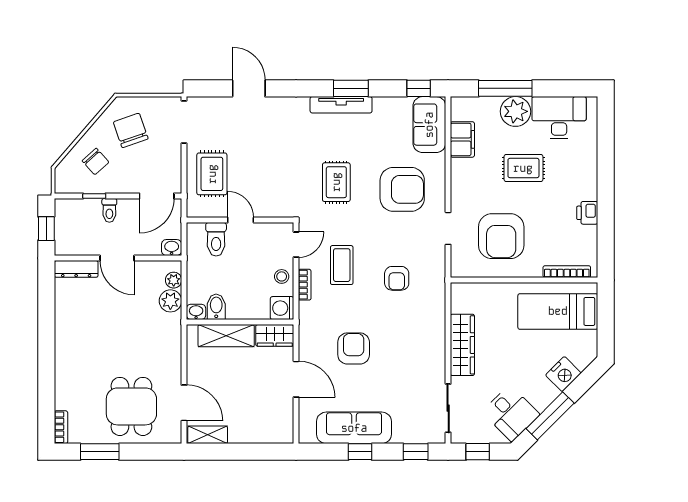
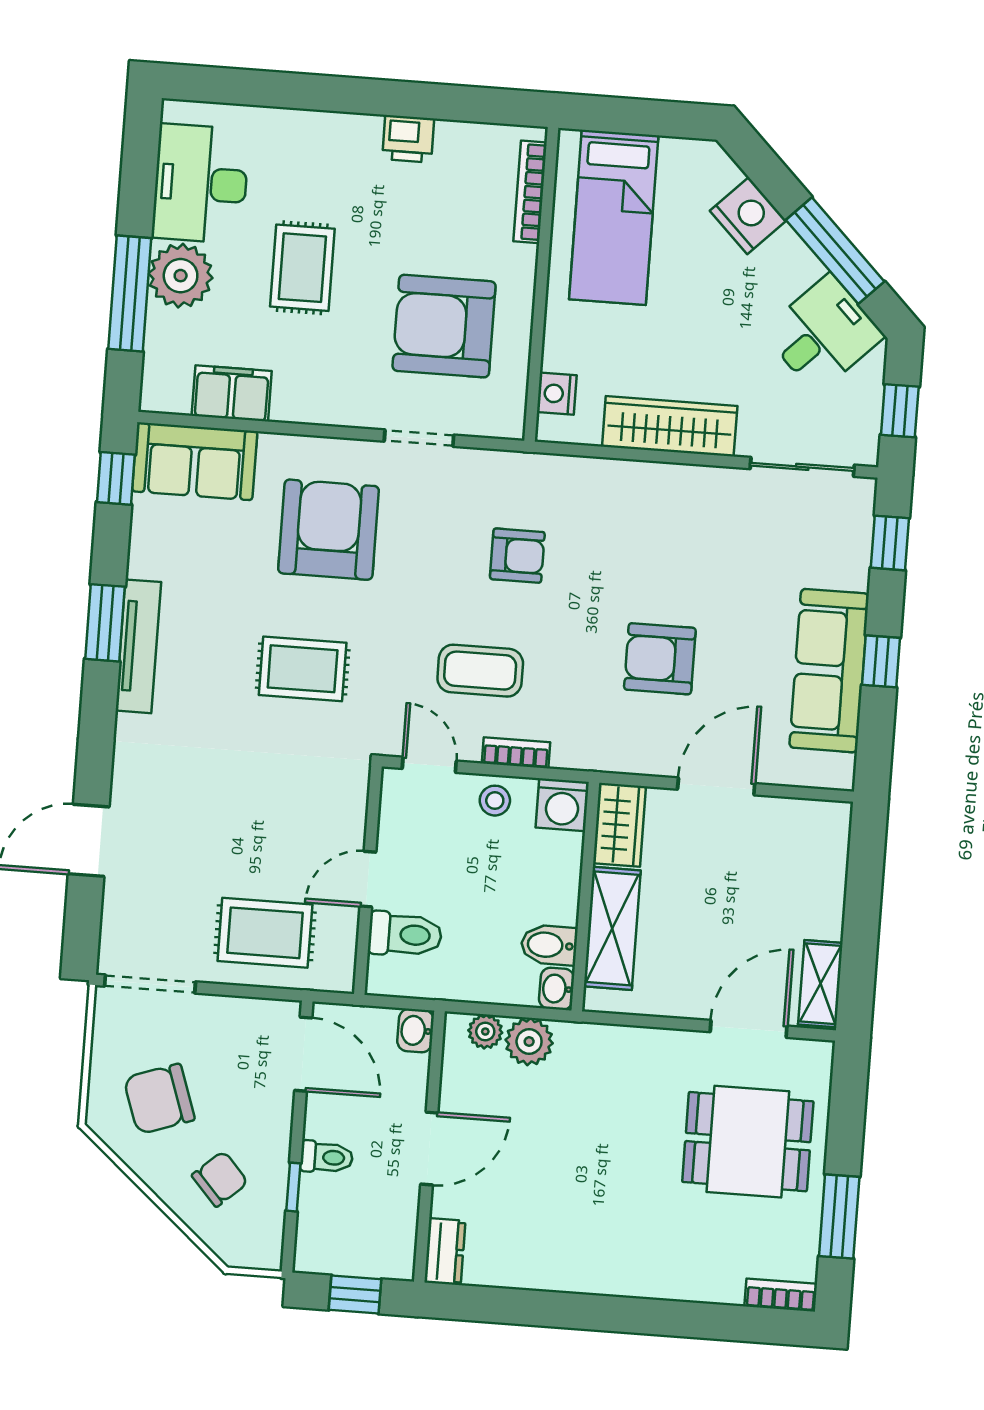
armchair: (501, 236) -> (444, 326), turned 180
dresser: (76, 269) -> (445, 1252), width x0.70
nightstand: (474, 291) -> (557, 394), added

